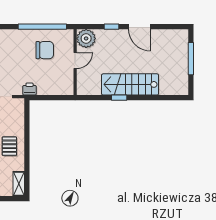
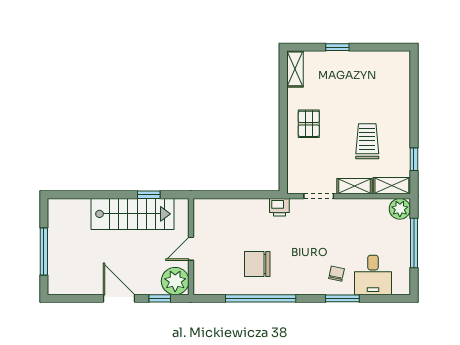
plant: (86, 38) -> (175, 281), moved
door: (75, 61) -> (191, 249), moved
wall: (75, 62) -> (191, 247), moved

